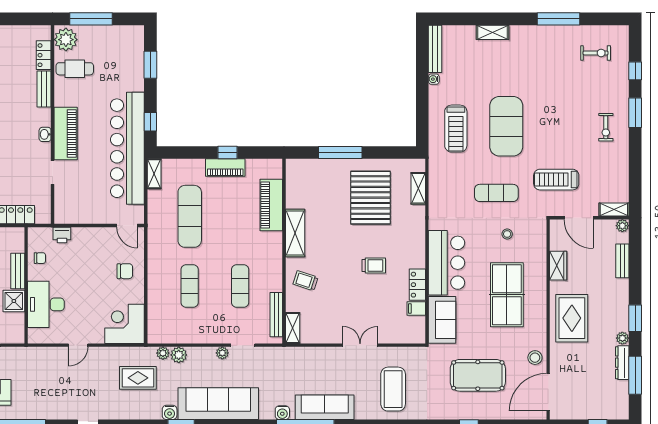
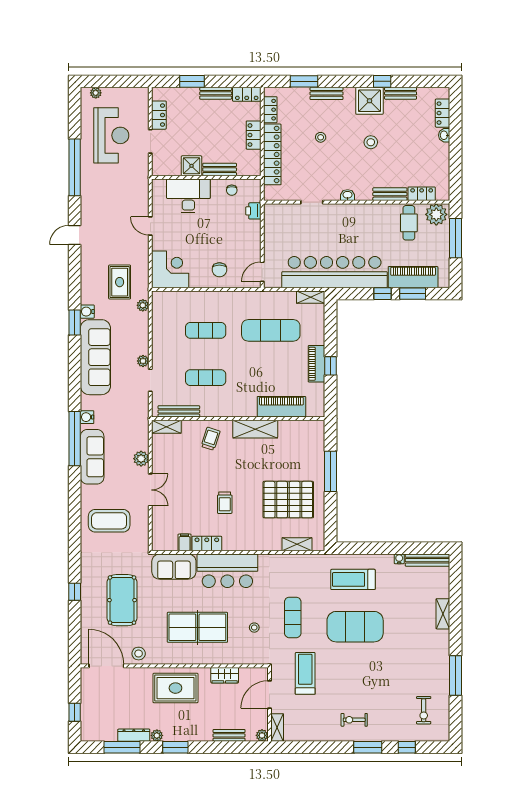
window: (150, 122) -> (383, 294), moved
piano: (66, 133) -> (413, 277), moved, turned 180
plant: (179, 355) -> (141, 459), moved

